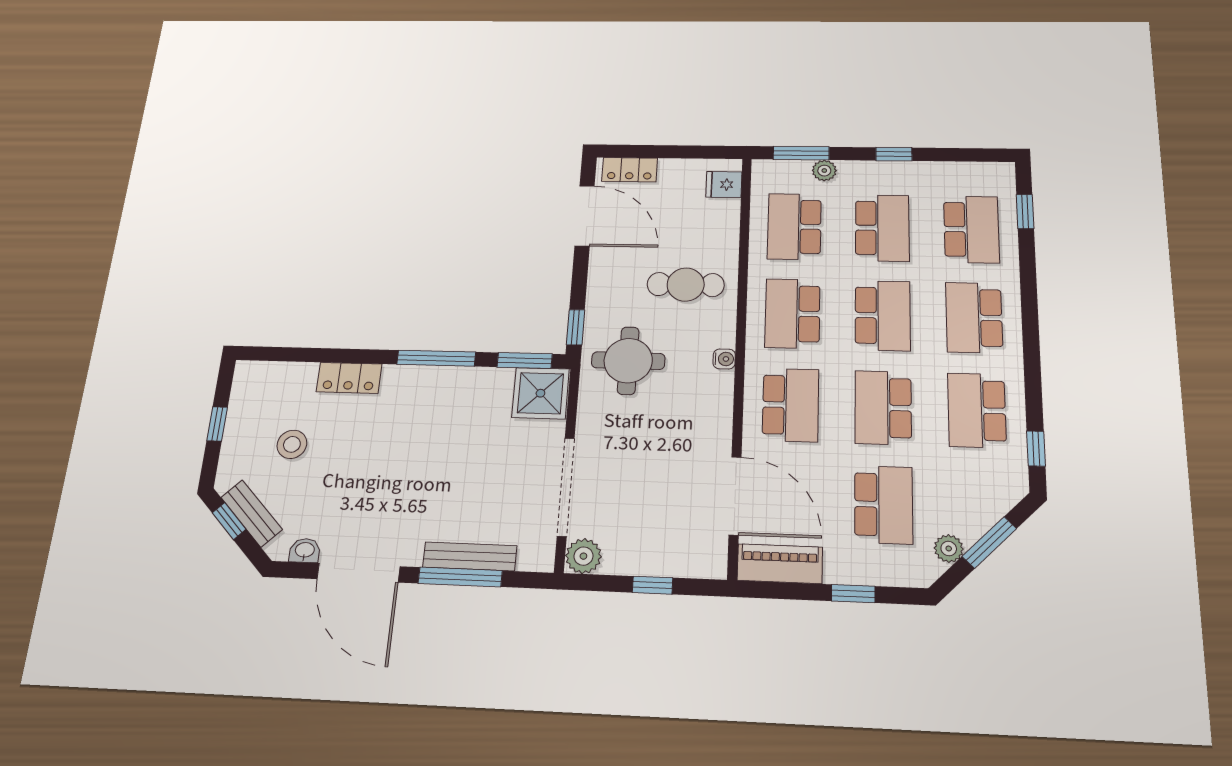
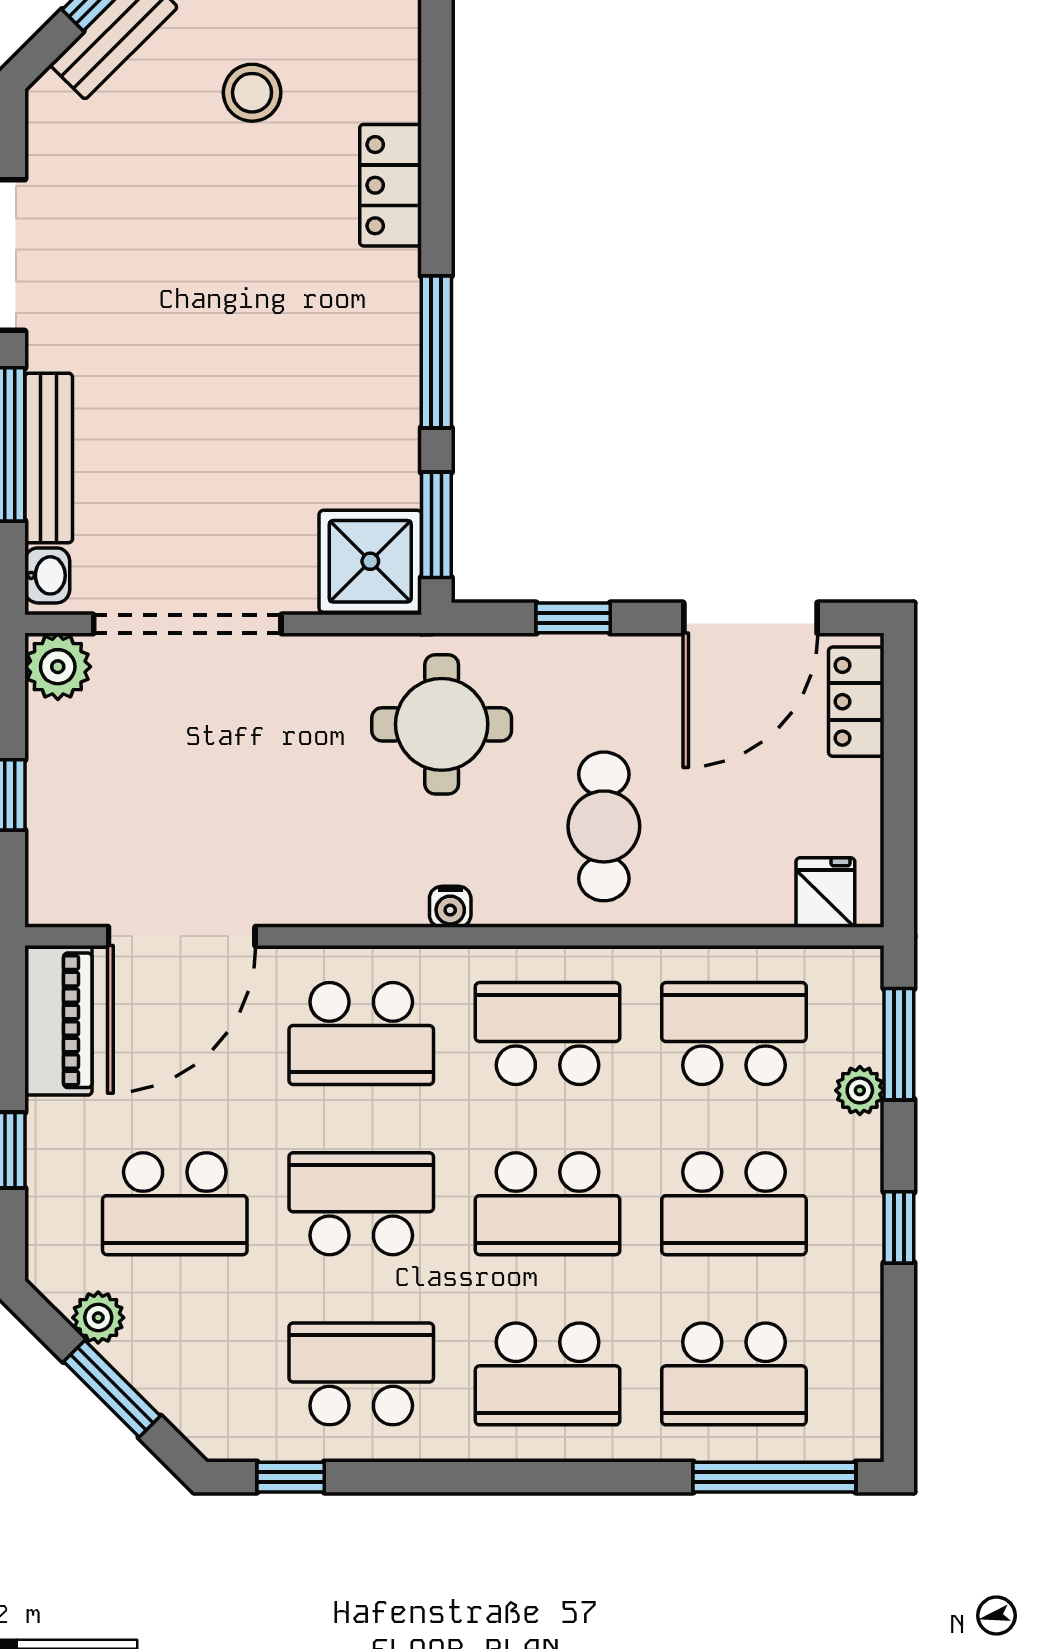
window: (1025, 212) -> (774, 1477), width x2.17
school desk: (974, 318) -> (548, 1374), turned 180
window: (576, 327) -> (573, 618), moved
washbasin: (305, 551) -> (47, 575), moved

